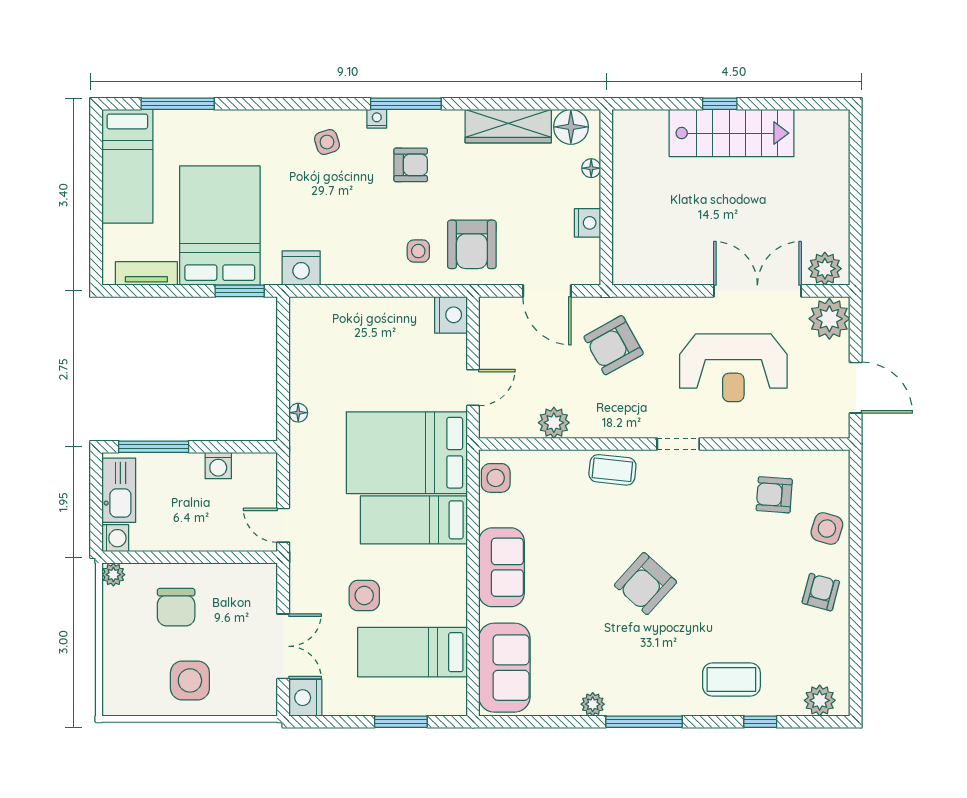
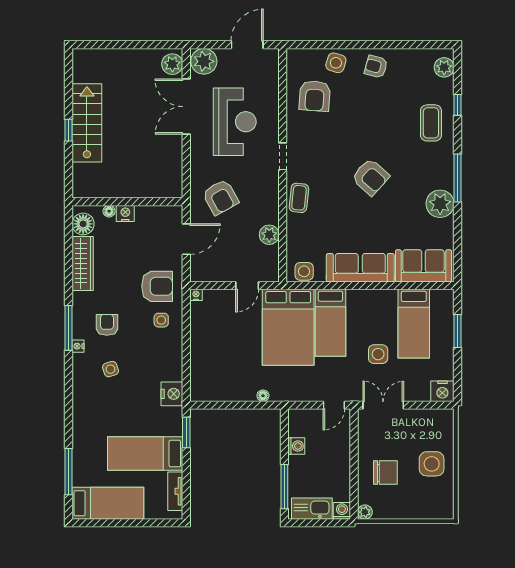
side table: (327, 142) -> (110, 369), moved
nightstand: (588, 223) -> (125, 214), moved
bed: (220, 226) -> (145, 453), width x0.67
nightstand: (451, 315) -> (196, 295), width x0.53, depth x0.56
door: (473, 388) -> (247, 286), swing flipped
armchair: (774, 495) -> (315, 96), width x1.38, depth x1.38
sofa: (502, 567) -> (360, 268), width x1.36
double door: (283, 646) -> (383, 405), moved
plant: (593, 704) -> (440, 204), width x1.88, depth x1.88

